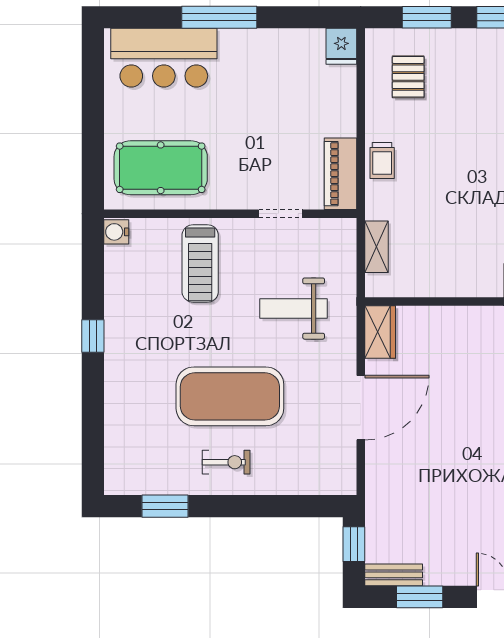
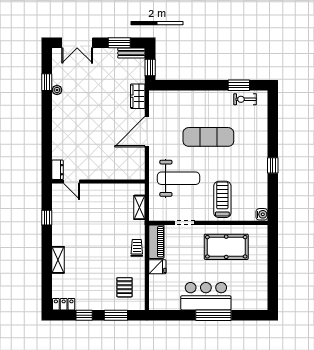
fridge: (341, 46) -> (157, 267), moved, turned 90
bar counter: (164, 58) -> (206, 296), moved
pool table: (161, 168) -> (226, 247), moved
weight bench: (293, 309) -> (179, 178), width x1.36, depth x1.33
wardrobe: (380, 332) -> (138, 96), moved
exercise mat: (230, 396) -> (208, 137), width x0.68
exercise bike: (226, 462) -> (245, 99), moved

